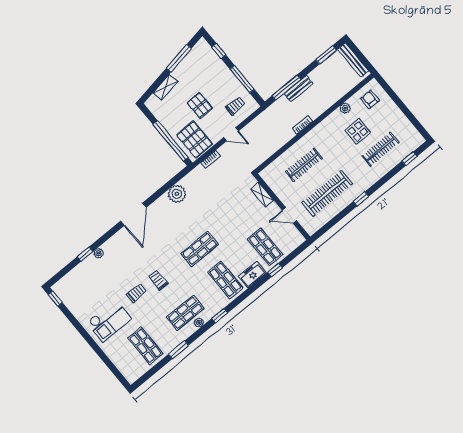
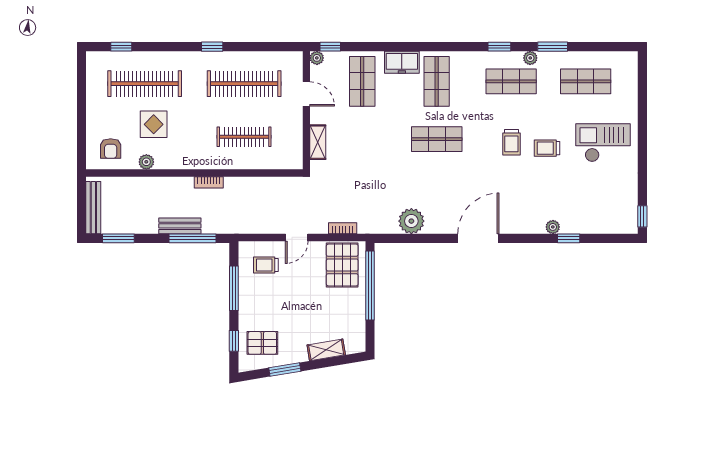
window: (179, 58) -> (285, 370), width x0.69
pallet: (200, 105) -> (262, 343), moved, turned 90
door: (231, 134) -> (297, 237), swing flipped
clothes rail: (380, 149) -> (145, 84), width x1.37, depth x1.31
plant: (300, 239) -> (317, 58), added
window: (275, 270) -> (330, 47), moved
window: (220, 316) -> (499, 47), moved
plant: (199, 323) -> (530, 58), moved
shop shelf: (145, 346) -> (586, 81), turned 90

